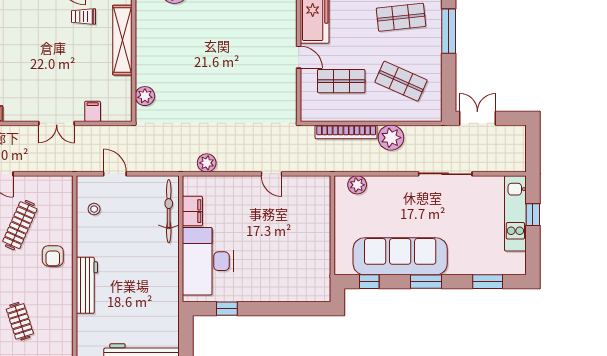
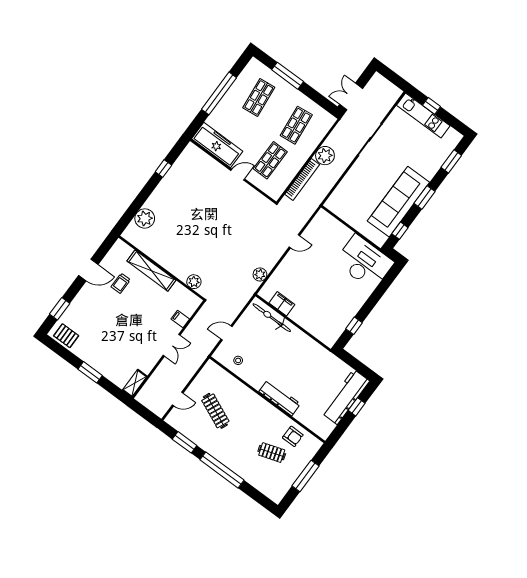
shop shelf: (401, 81) -> (296, 125), turned -30
plant: (357, 185) -> (338, 196), removed
armchair: (53, 256) -> (293, 436), moved
desk: (208, 261) -> (364, 262), moved, turned 180

